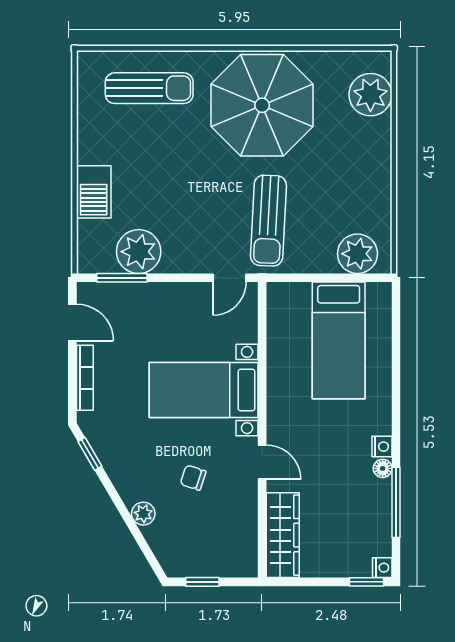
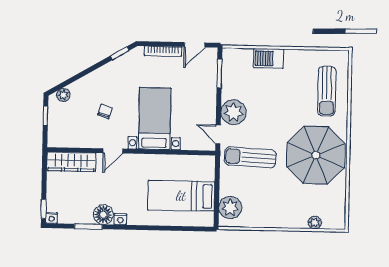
plant: (370, 95) -> (315, 222), width x0.53, depth x0.53
plant: (139, 252) -> (233, 112), moved
floor lamp: (383, 468) -> (103, 215), width x1.89, depth x1.89
window: (396, 502) -> (88, 227), width x0.69
plant: (143, 514) -> (63, 95), moved

